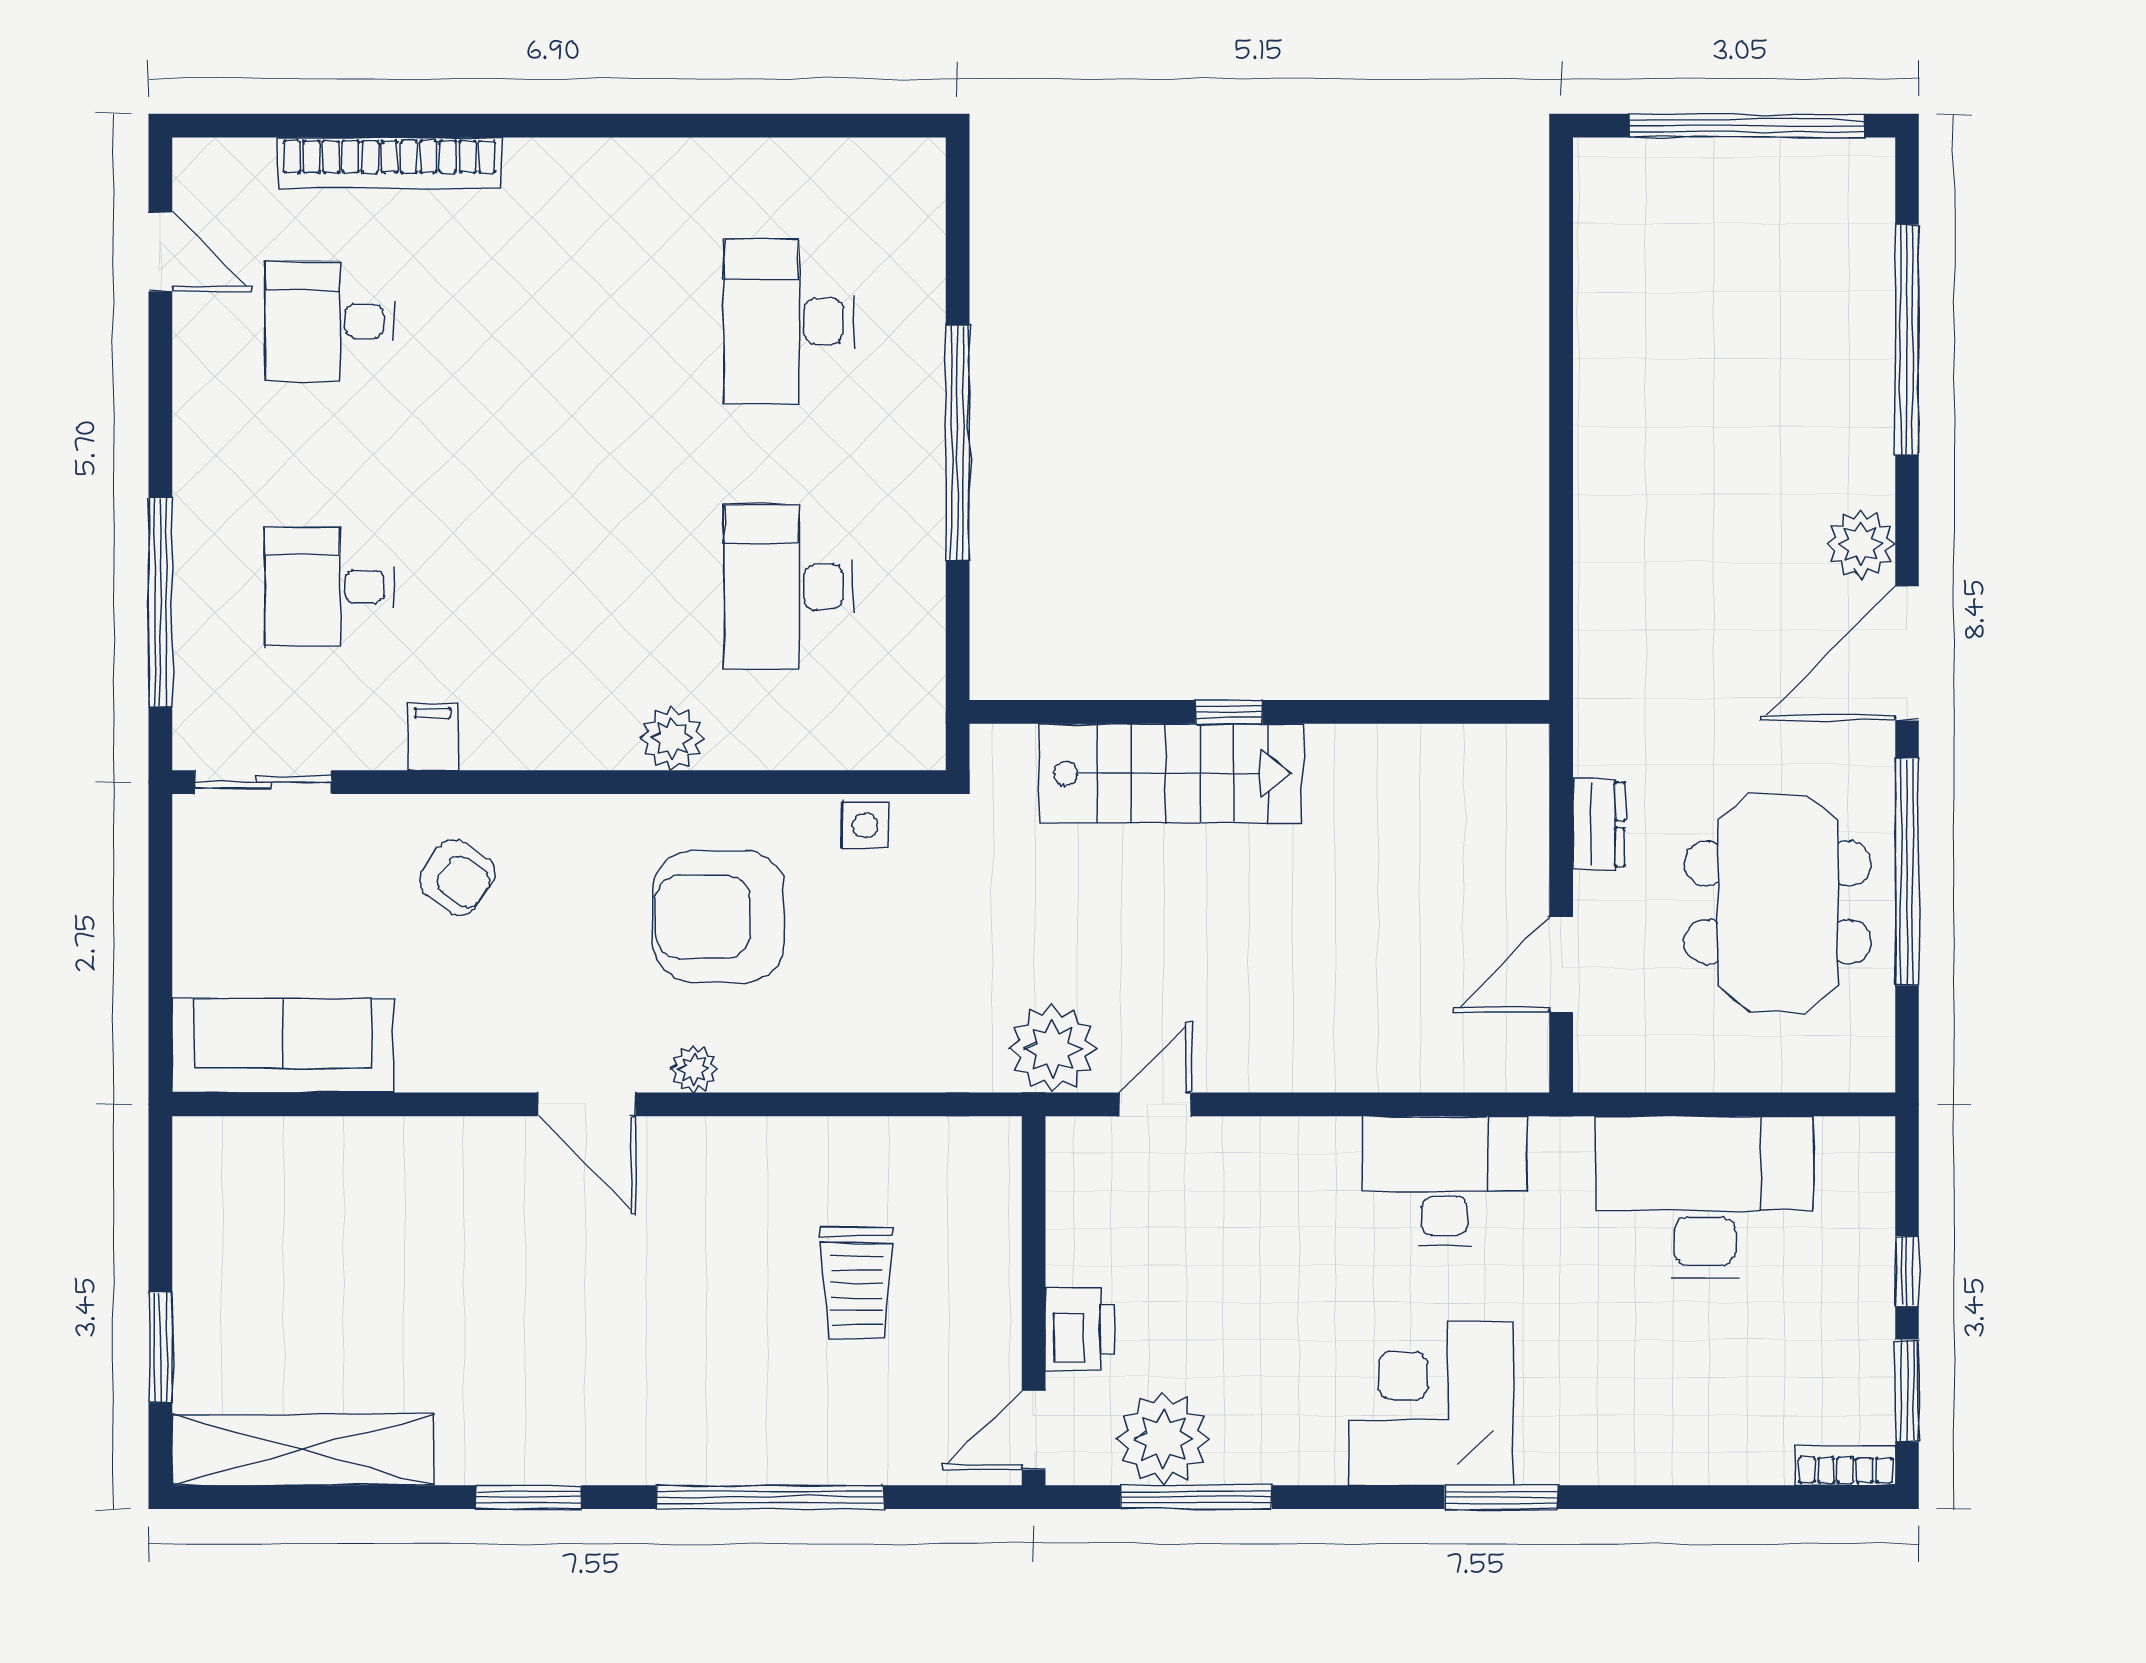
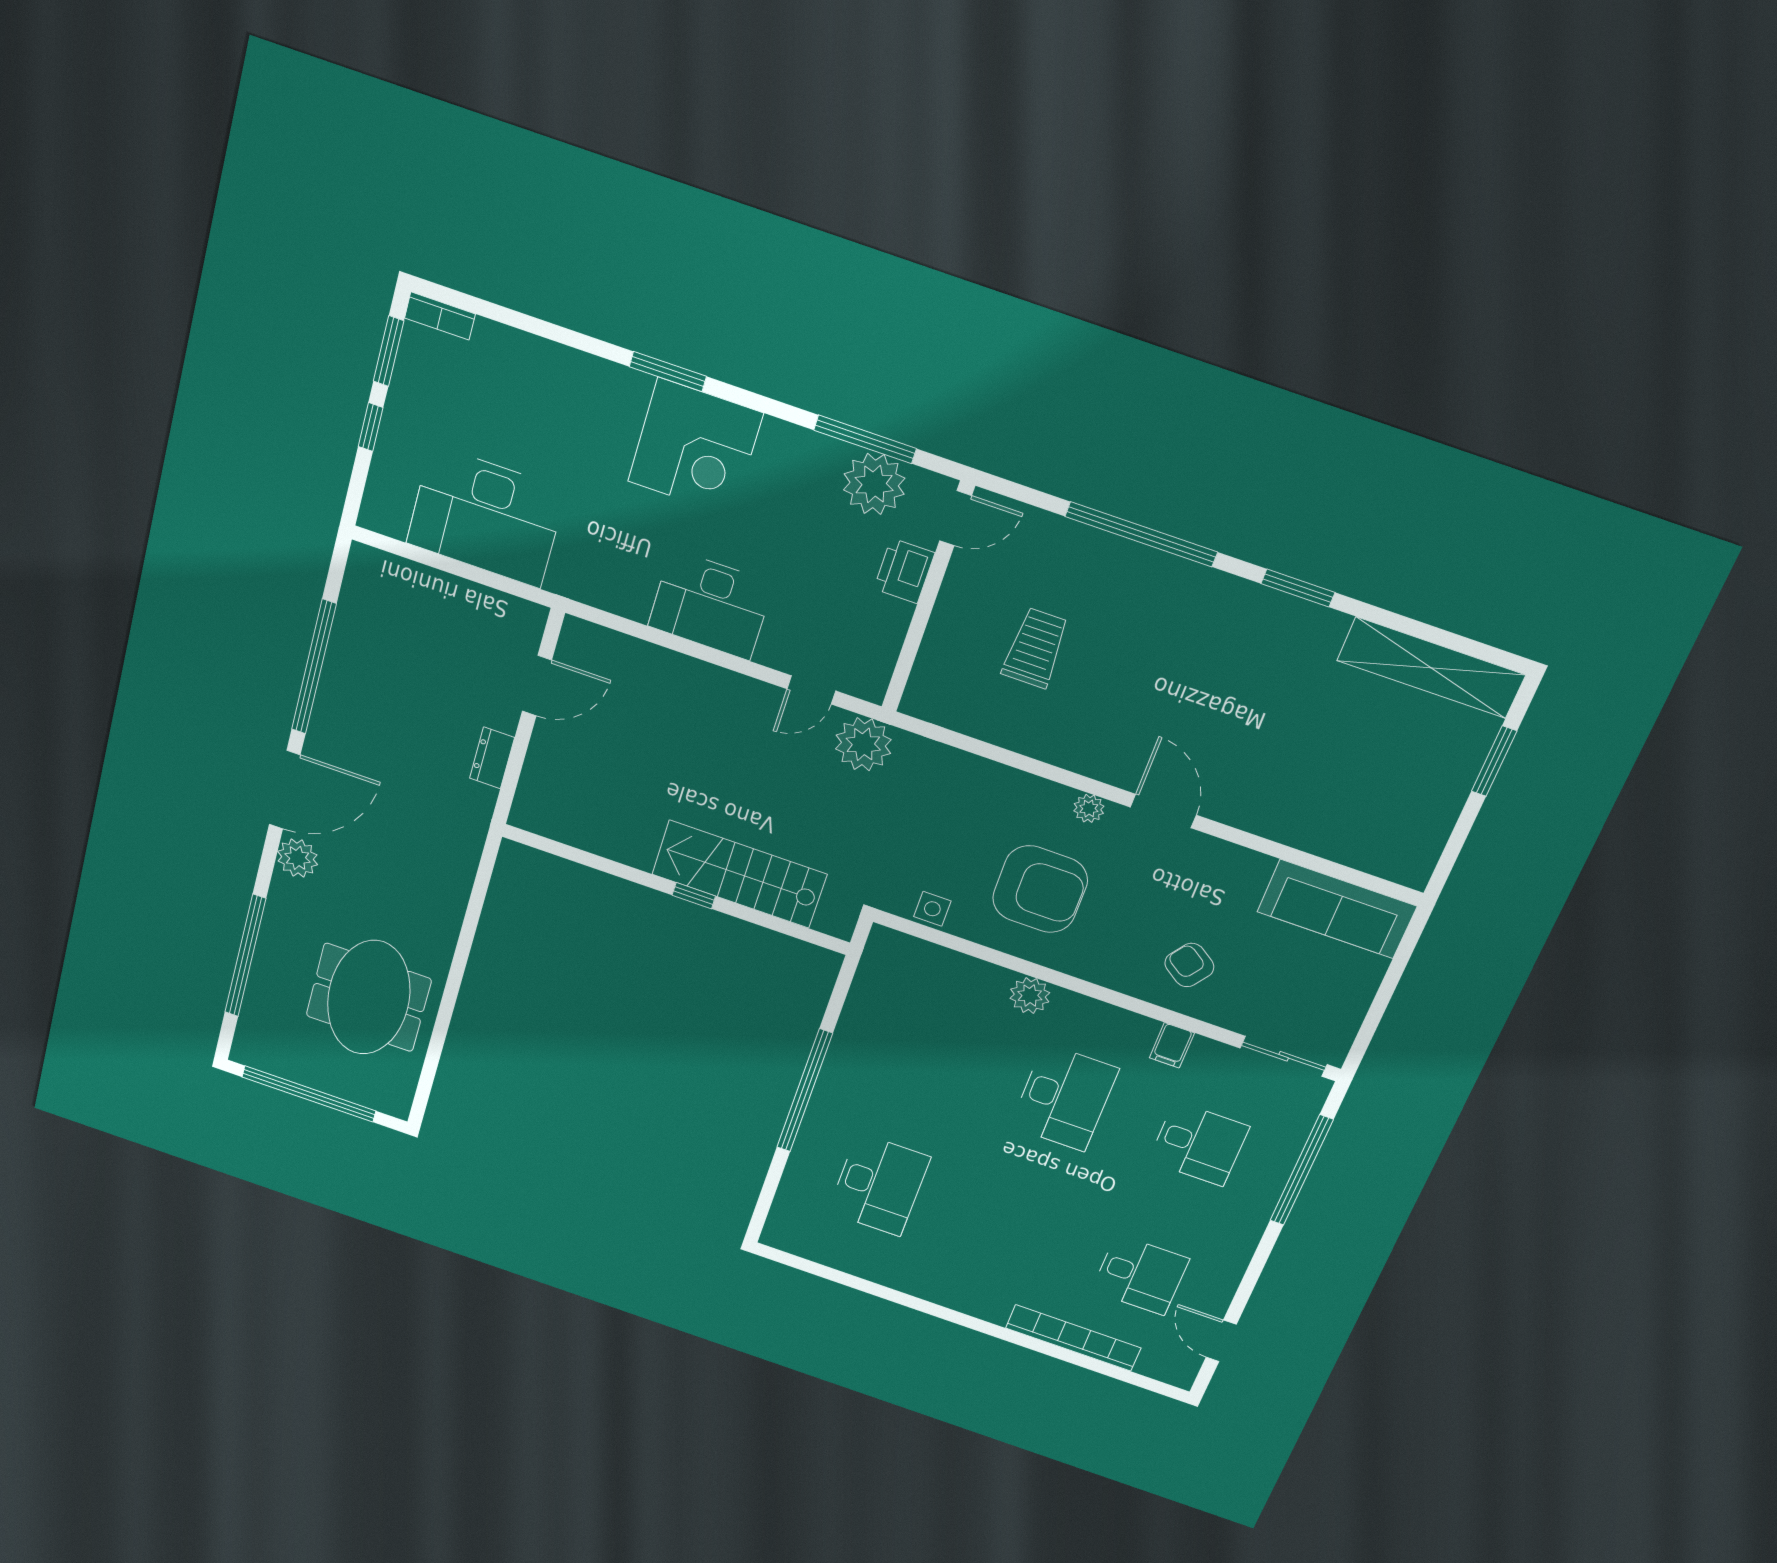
desk: (788, 587) -> (1064, 1098), moved
meeting table: (1778, 903) -> (369, 998), moved
desk: (1444, 1181) -> (711, 605), moved

